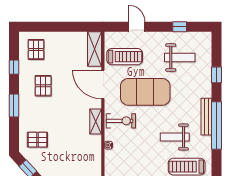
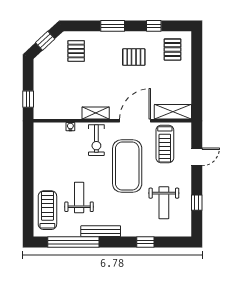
pallet: (36, 49) -> (172, 50), turned 90
window: (217, 126) -> (73, 242), moved

